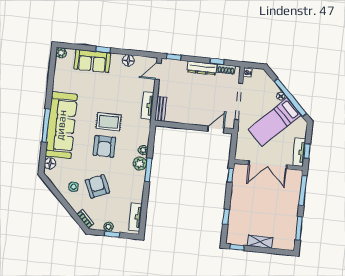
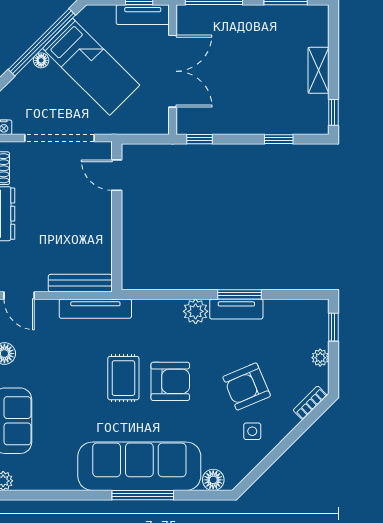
tv unit: (147, 105) -> (95, 309), width x1.41
bench: (161, 109) -> (80, 283), width x1.36
plant: (143, 150) -> (170, 308), removed
window: (148, 170) -> (240, 294), moved
tv unit: (135, 217) -> (236, 309), moved
window: (112, 234) -> (333, 327), moved

